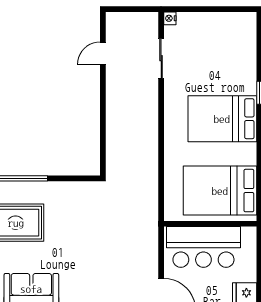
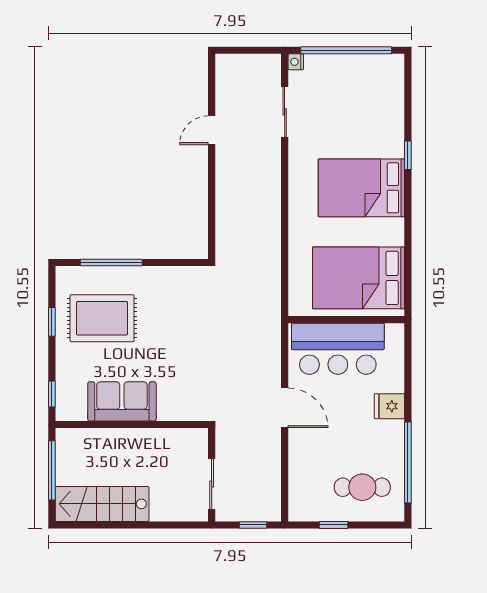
window: (210, 9) -> (346, 50), added
door: (103, 53) -> (212, 130), moved

